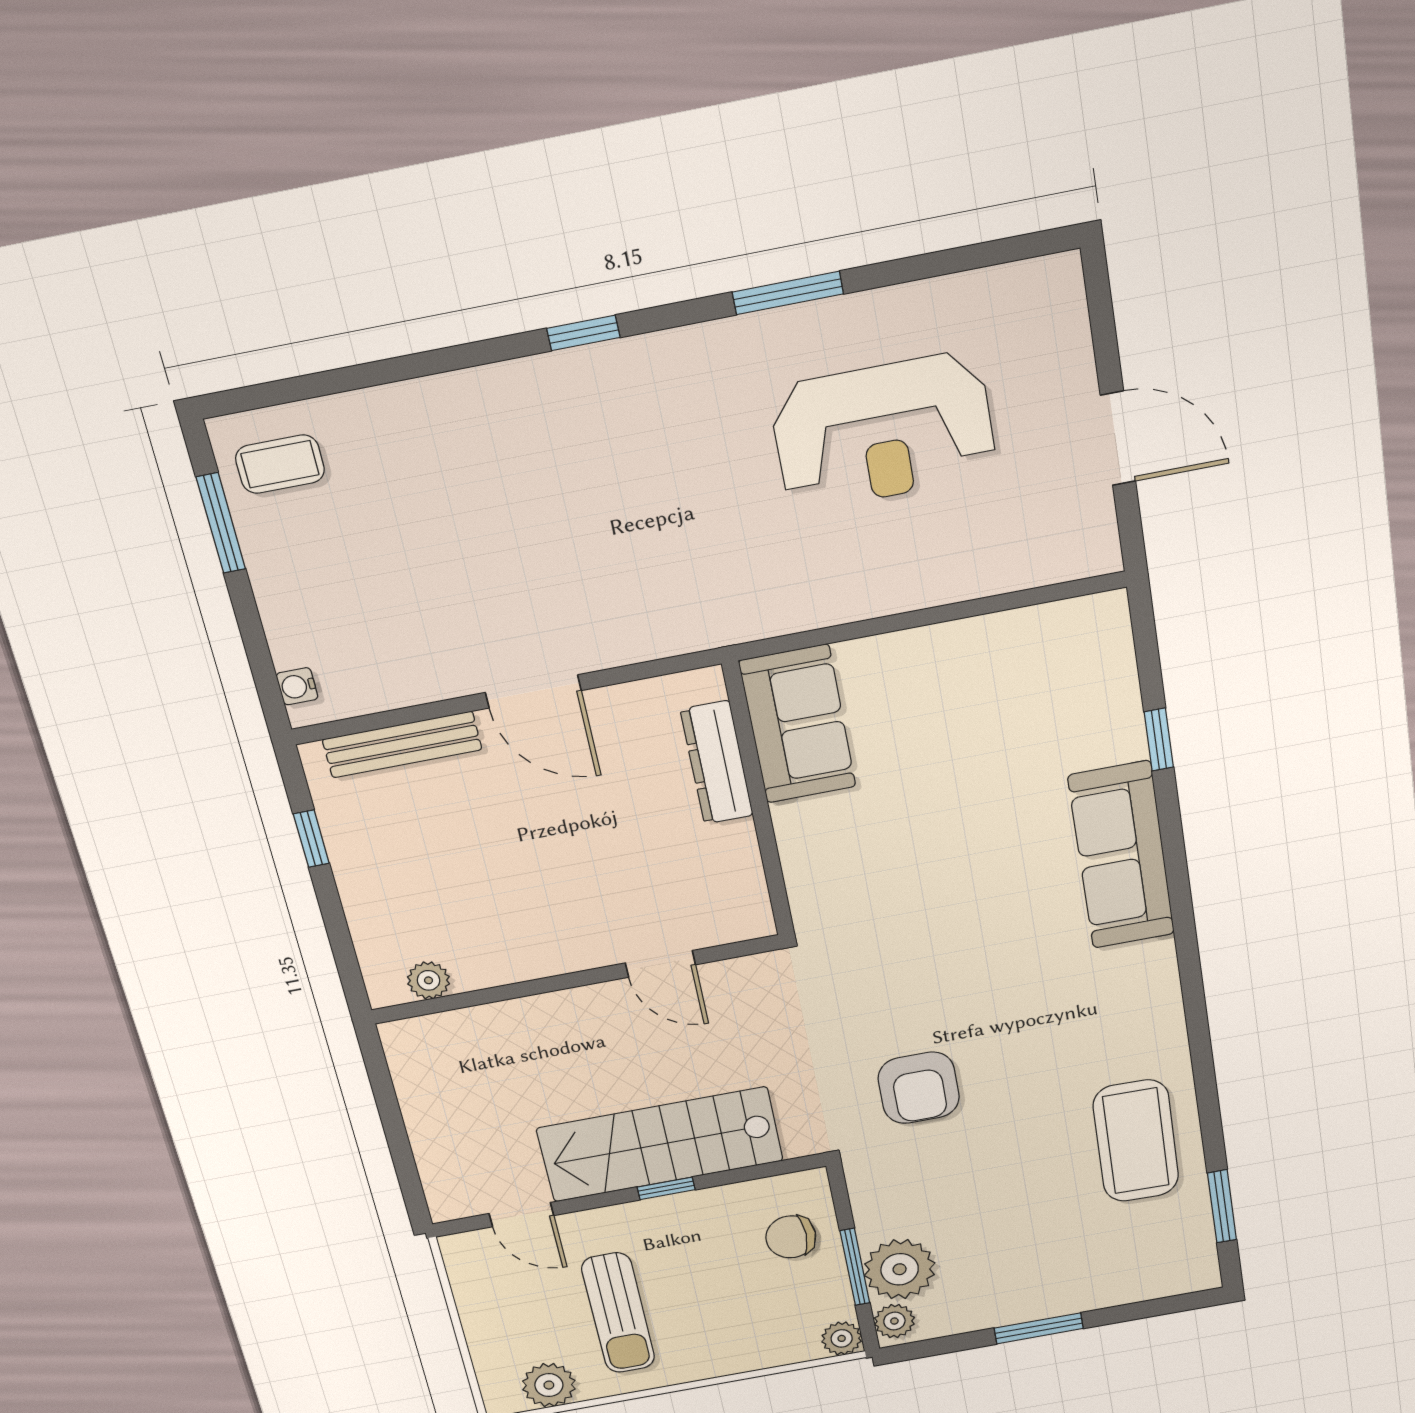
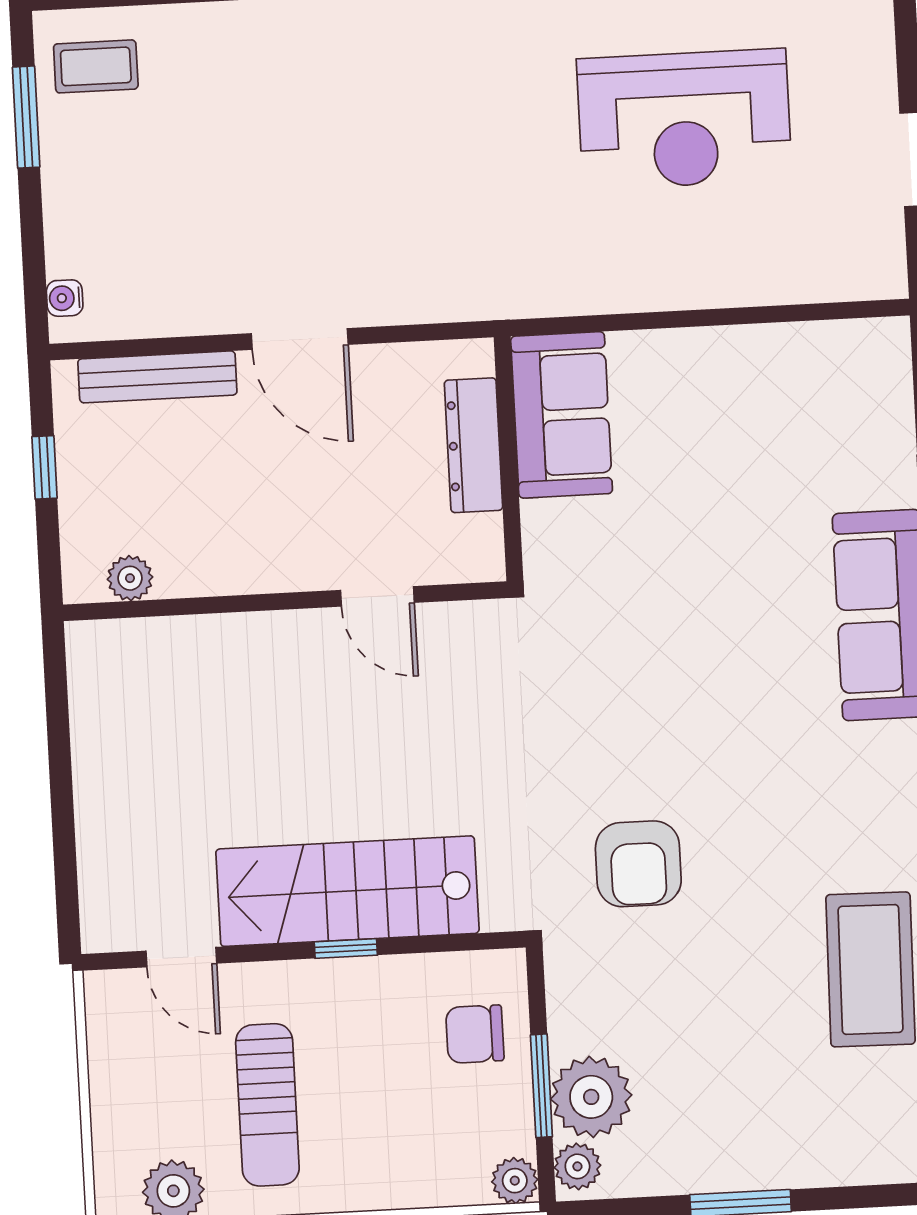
door: (660, 964) -> (377, 596), moved
wall: (576, 979) -> (285, 601), moved
plant: (428, 980) -> (130, 578), moved

